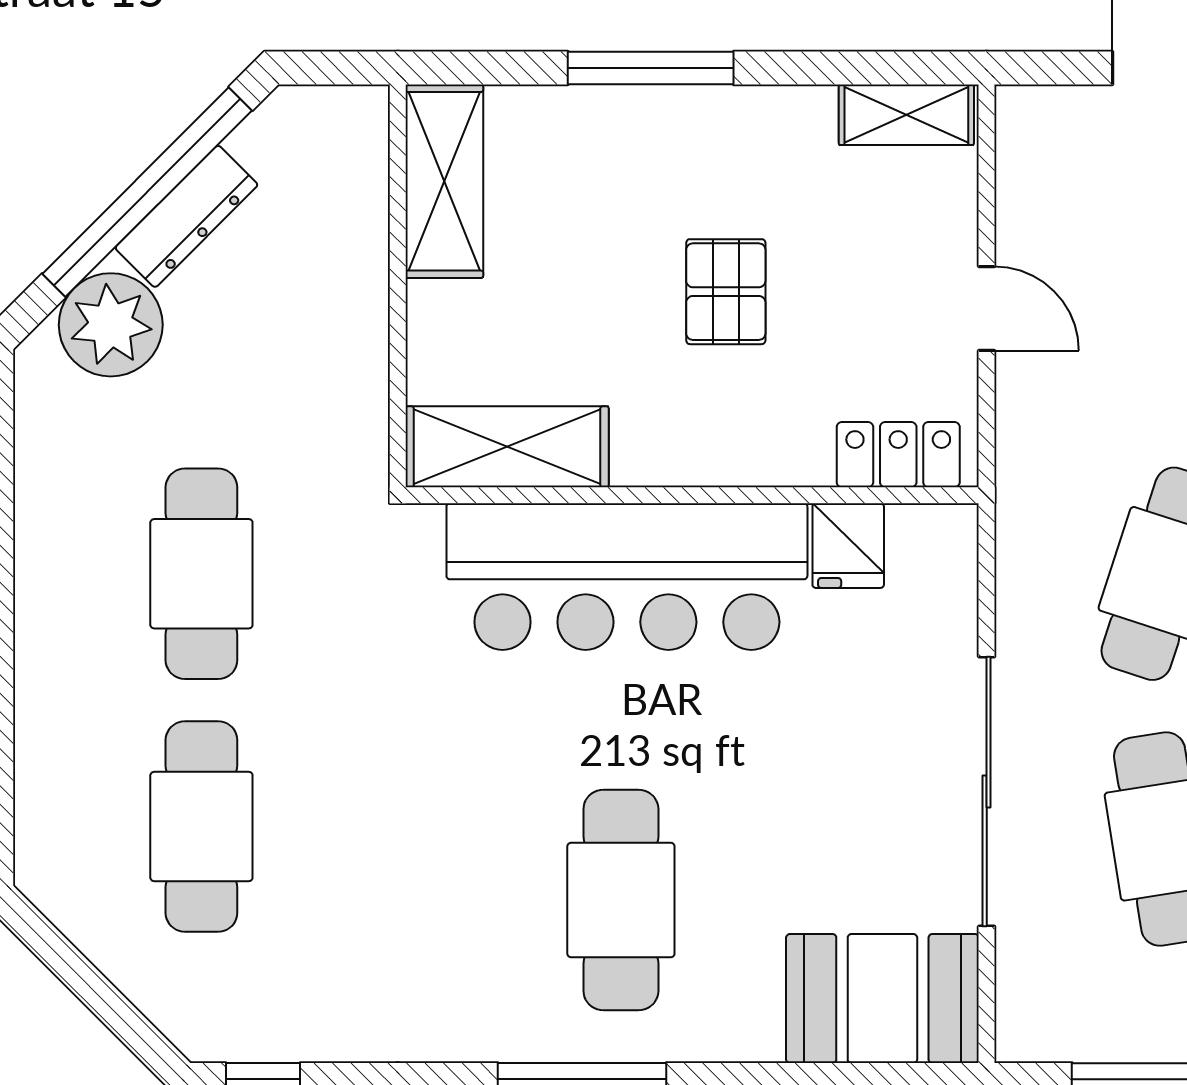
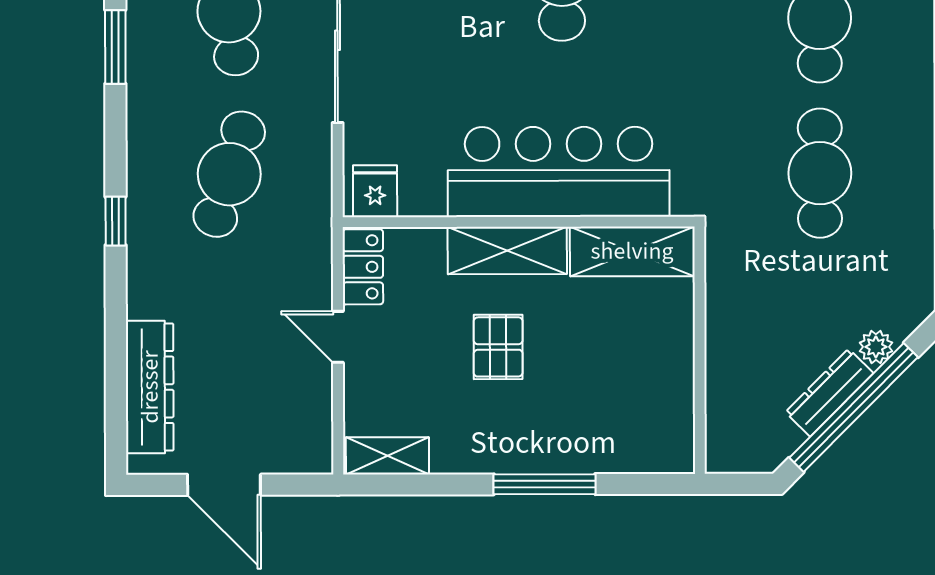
shelving: (444, 181) -> (507, 251), moved, turned 90
plant: (111, 325) -> (876, 347), width x0.53, depth x0.53
locker: (898, 455) -> (363, 267), moved, turned -90
fridge: (848, 546) -> (375, 191), moved

